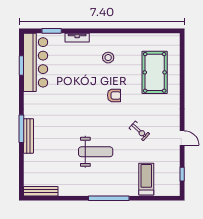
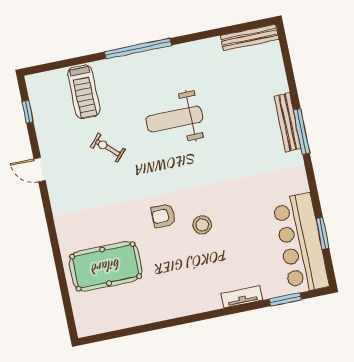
stool: (108, 58) -> (202, 225), moved
pool table: (155, 72) -> (106, 266), turned 90
exercise bike: (139, 131) -> (108, 148), moved

